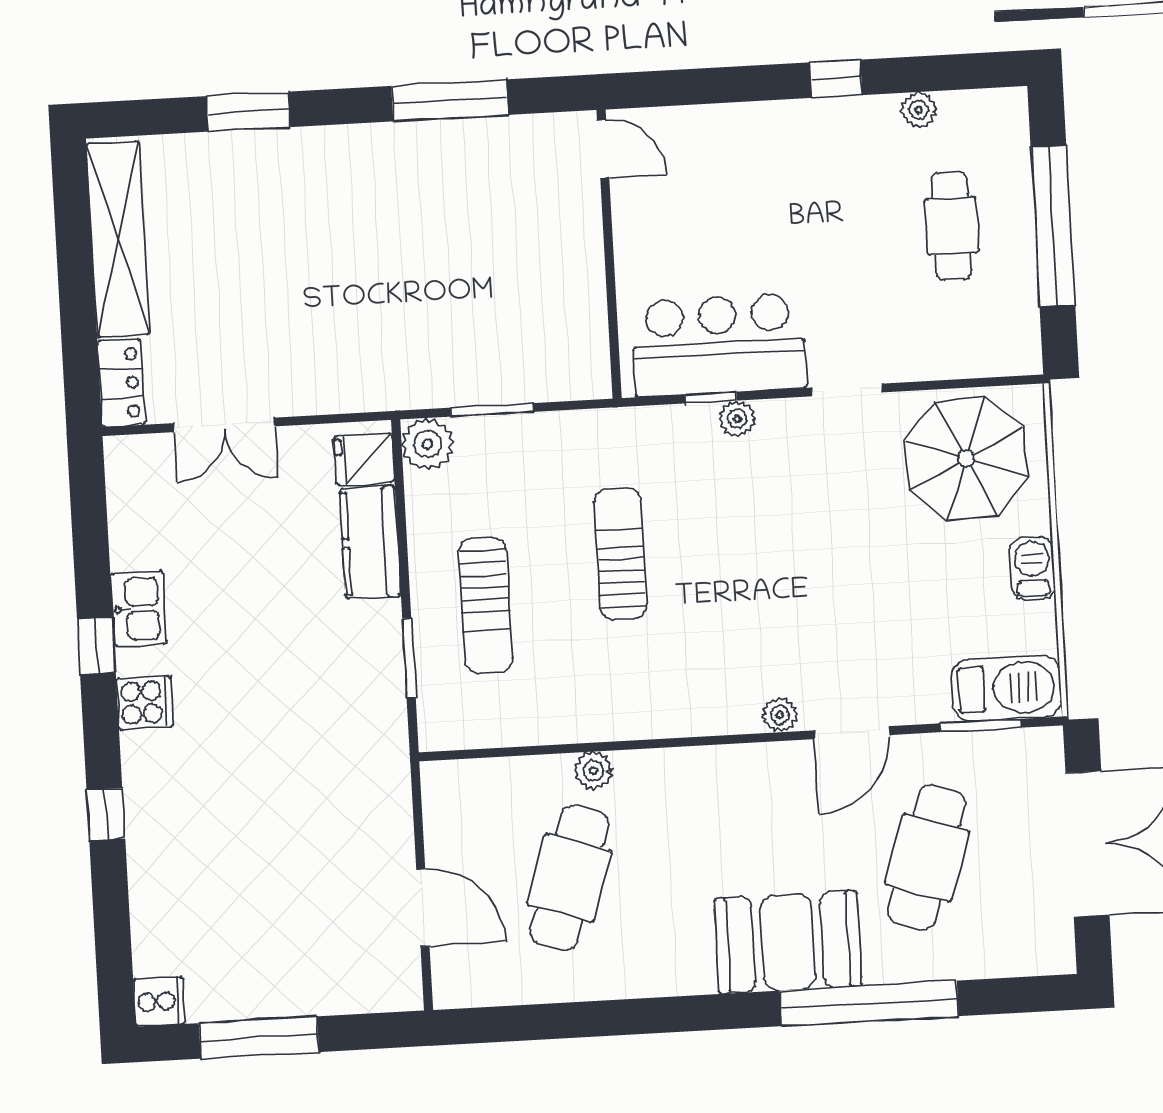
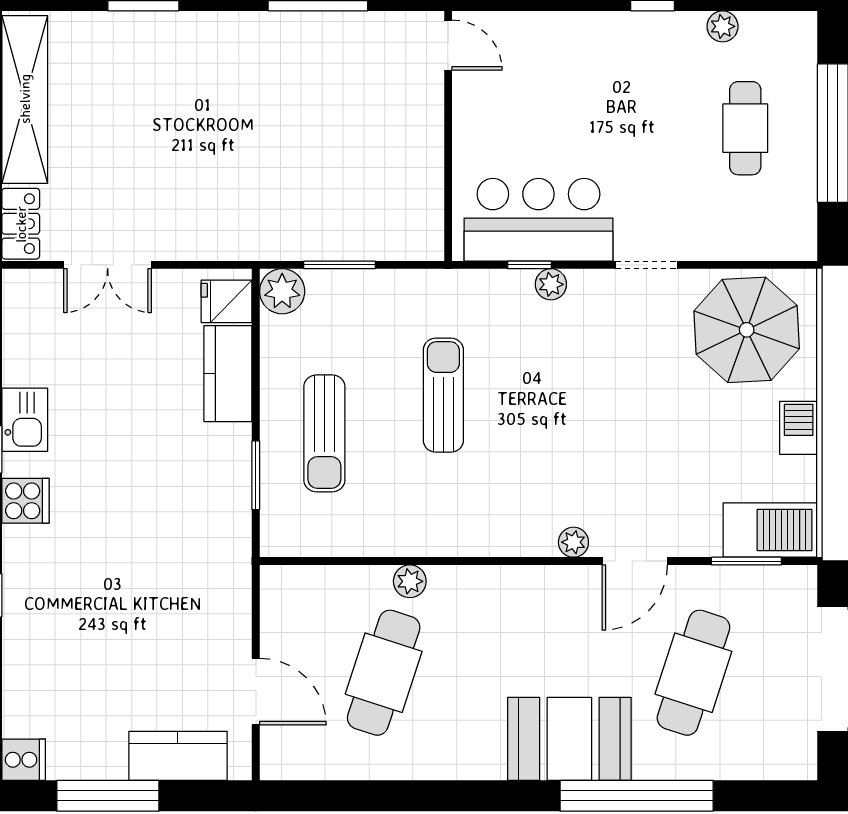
kitchen counter: (337, 987) -> (178, 756), added

